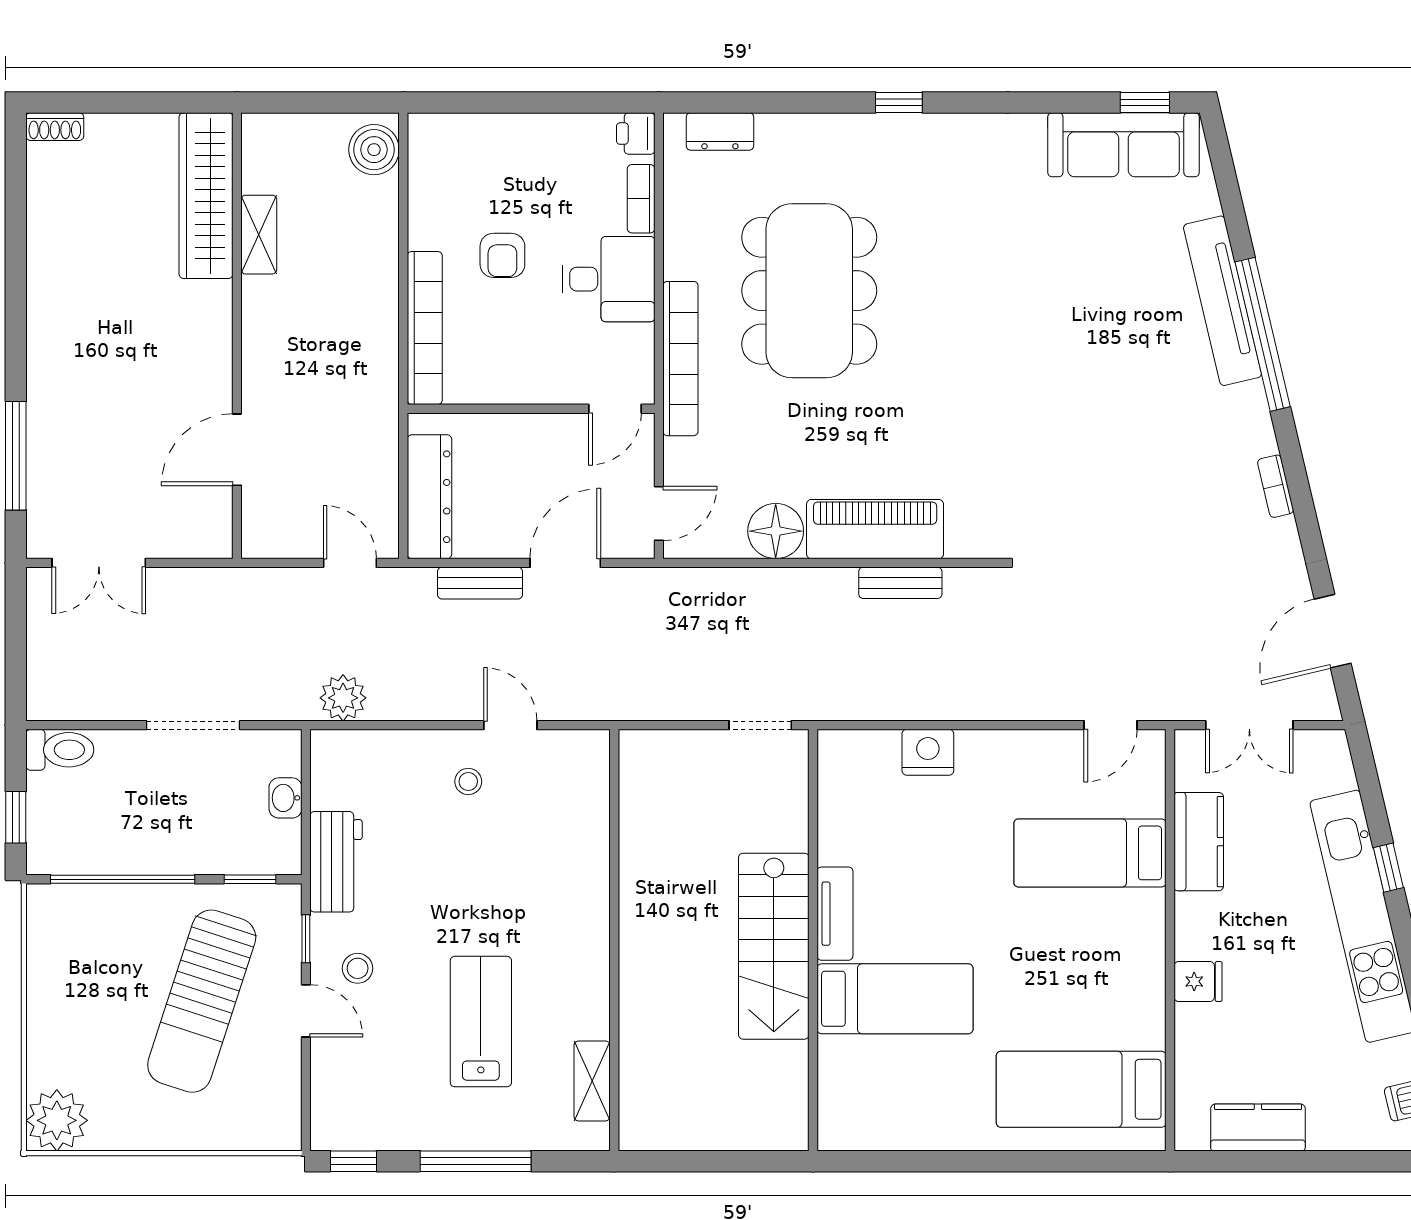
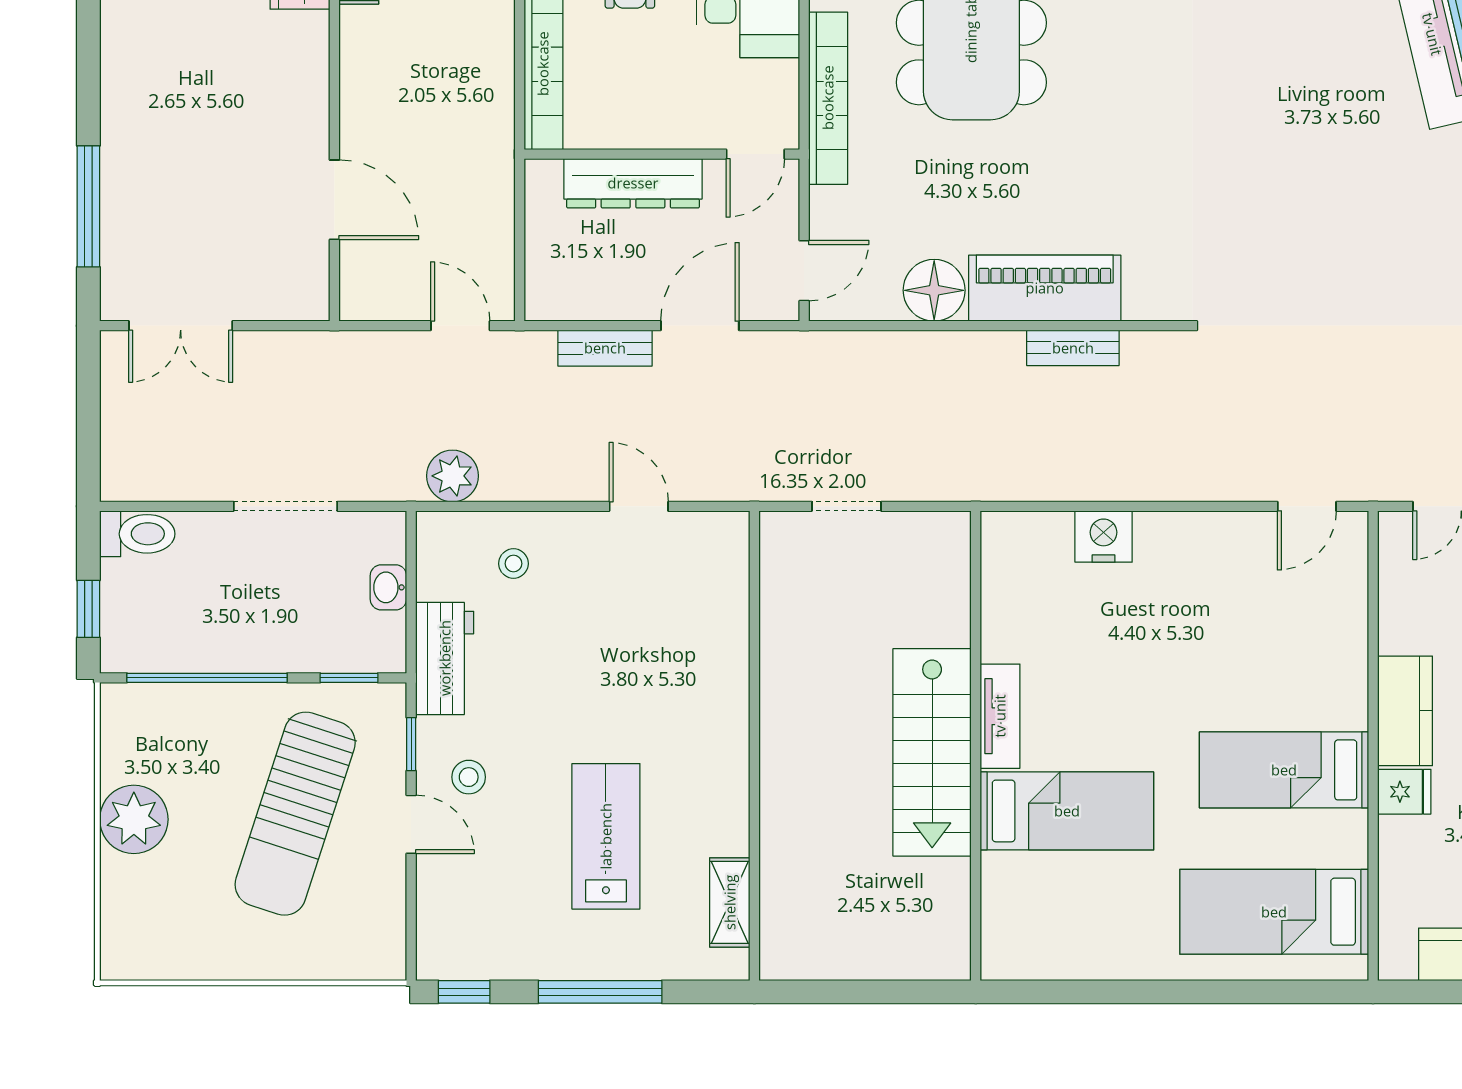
door: (237, 450) -> (334, 200), swing flipped
dresser: (429, 497) -> (633, 183), moved, turned 90
doorway: (760, 725) -> (846, 506), moved
stool: (468, 781) -> (513, 564), moved
kitchen counter: (1199, 842) -> (1405, 711), moved
bed: (1090, 853) -> (1284, 770), moved
plant: (57, 1120) -> (134, 819), moved

